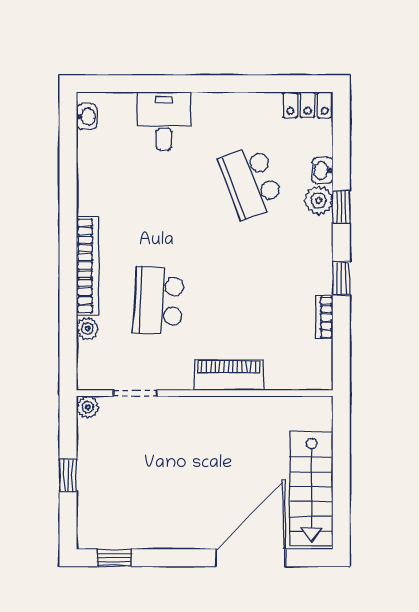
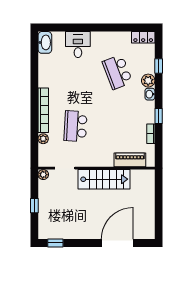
washbasin: (87, 117) -> (45, 42), width x1.91, depth x1.45
washbasin: (322, 170) -> (150, 94), moved
window: (341, 207) -> (159, 66), moved
piano: (229, 375) -> (130, 160), moved
stairs: (311, 489) -> (104, 179), moved, turned -90

